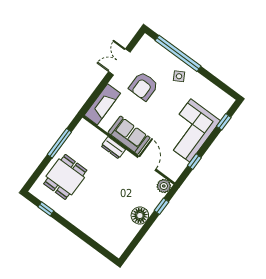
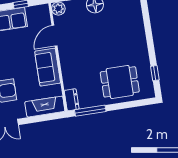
window: (59, 143) -> (90, 111), moved
dresser: (113, 148) -> (72, 100), moved

